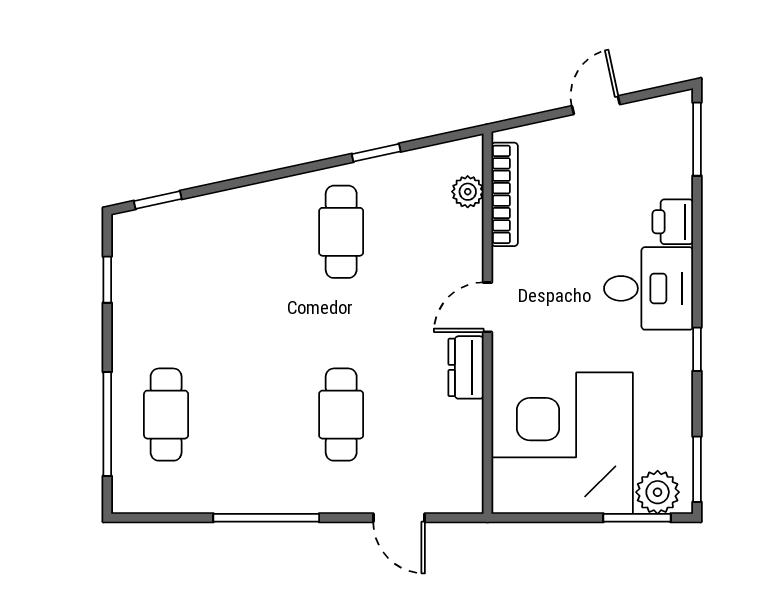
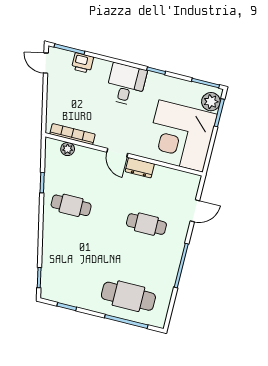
door: (596, 105) -> (46, 63), moved
printer: (673, 222) -> (83, 63), moved
cafe table: (166, 415) -> (128, 296), width x1.37, depth x1.35

